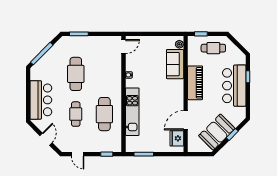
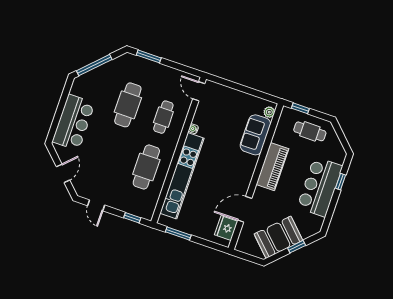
door: (123, 47) -> (199, 91), swing flipped
kitchen unit: (132, 112) -> (182, 176), width x1.36
cafe table: (76, 114) -> (163, 117), moved

